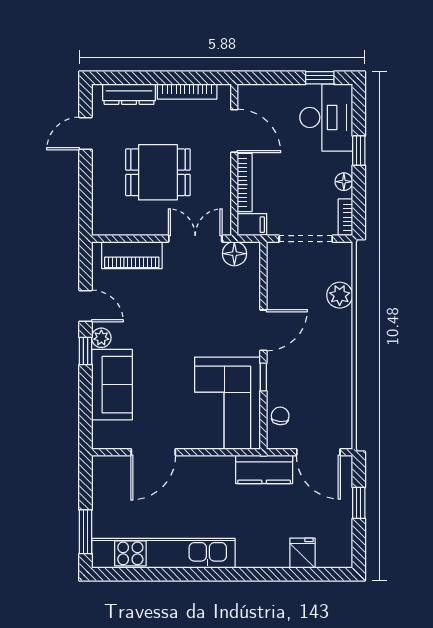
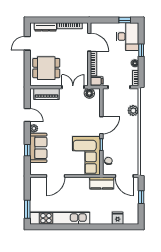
dining table: (158, 172) -> (46, 68), moved
window: (85, 351) -> (27, 150), moved

